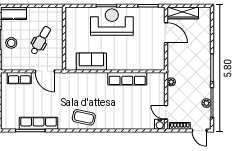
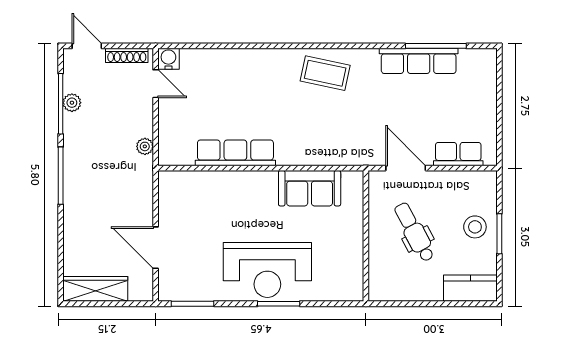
wardrobe: (183, 13) -> (95, 289), moved
dental chair: (41, 40) -> (414, 232), turned 122

